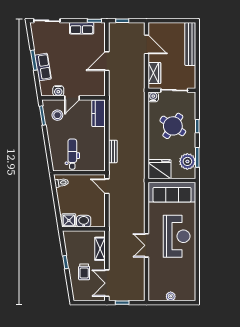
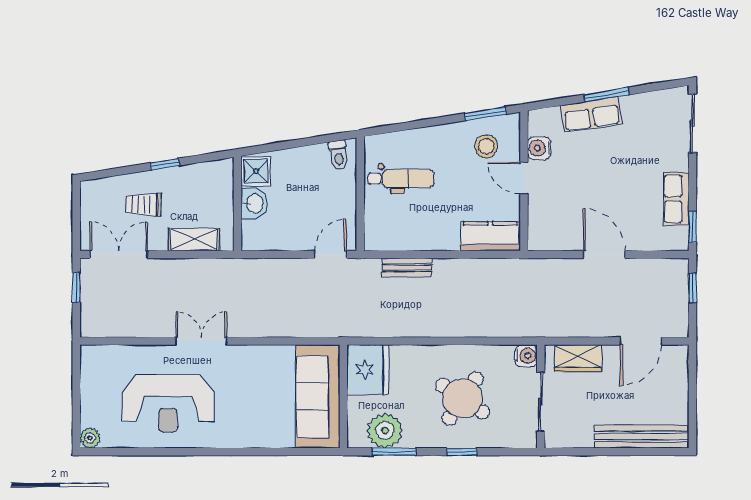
reception desk: (177, 236) -> (168, 403), moved
plant: (171, 296) -> (90, 438), moved

